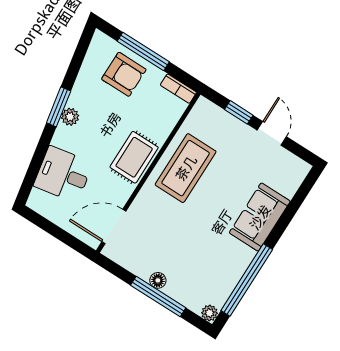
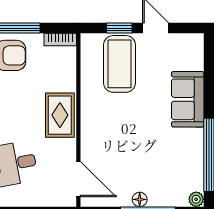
coffee table: (186, 168) -> (119, 64), moved
door: (114, 226) -> (78, 179), swing flipped

